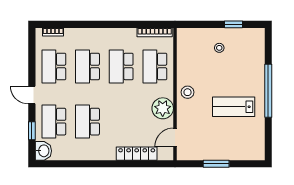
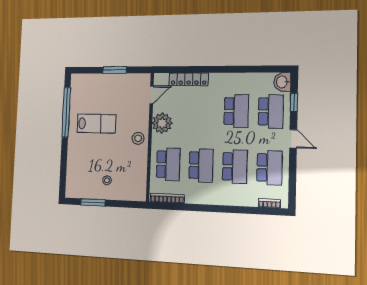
window: (233, 24) -> (93, 202), width x1.50
window: (268, 91) -> (66, 112), moved

